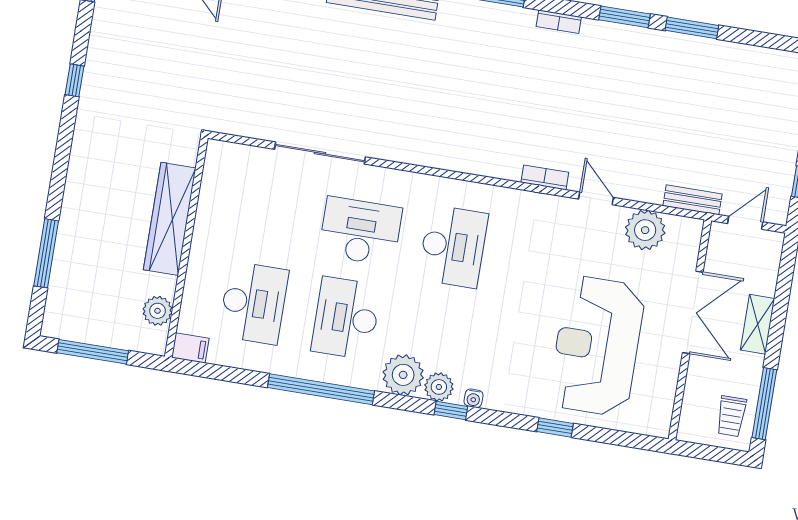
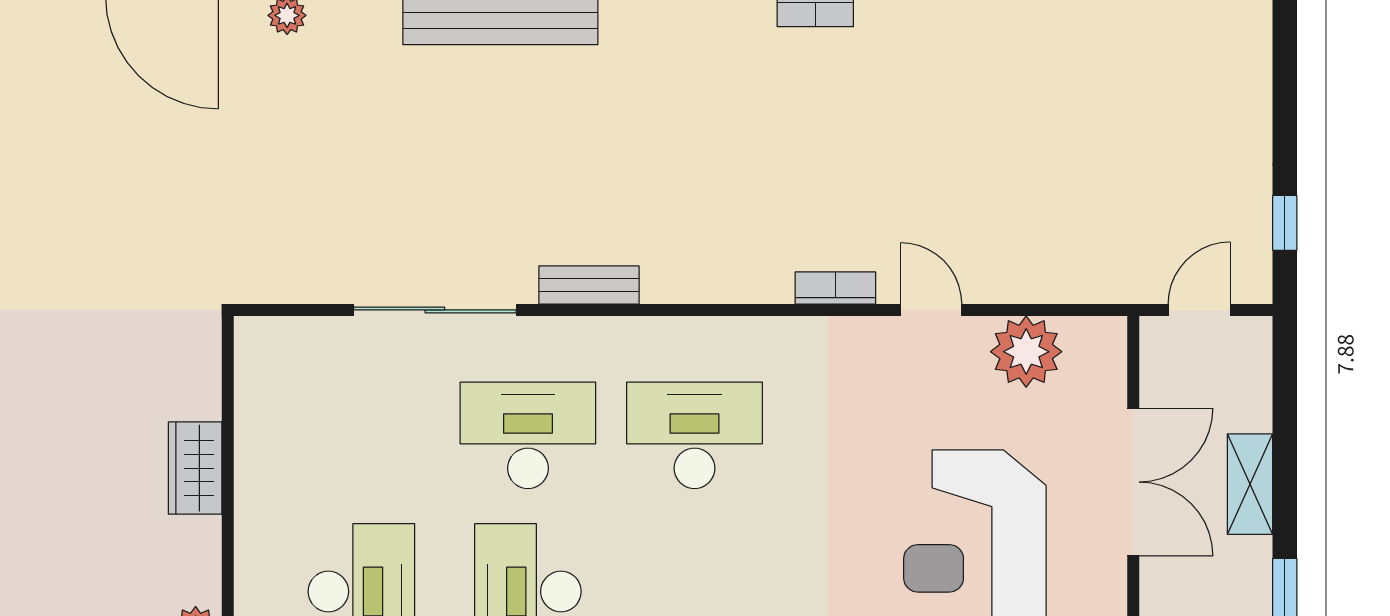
bench: (693, 200) -> (589, 285), moved
wardrobe: (170, 219) -> (195, 468), width x0.48, depth x0.85
desk: (453, 246) -> (694, 435), turned -90

